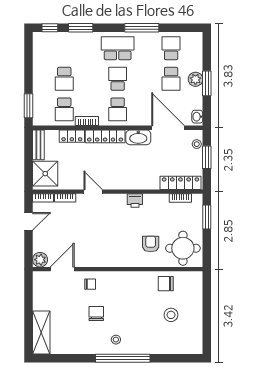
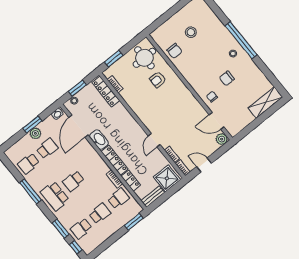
school desk: (118, 109) -> (81, 229), moved, turned 180
printer: (135, 201) -> (139, 110), removed

